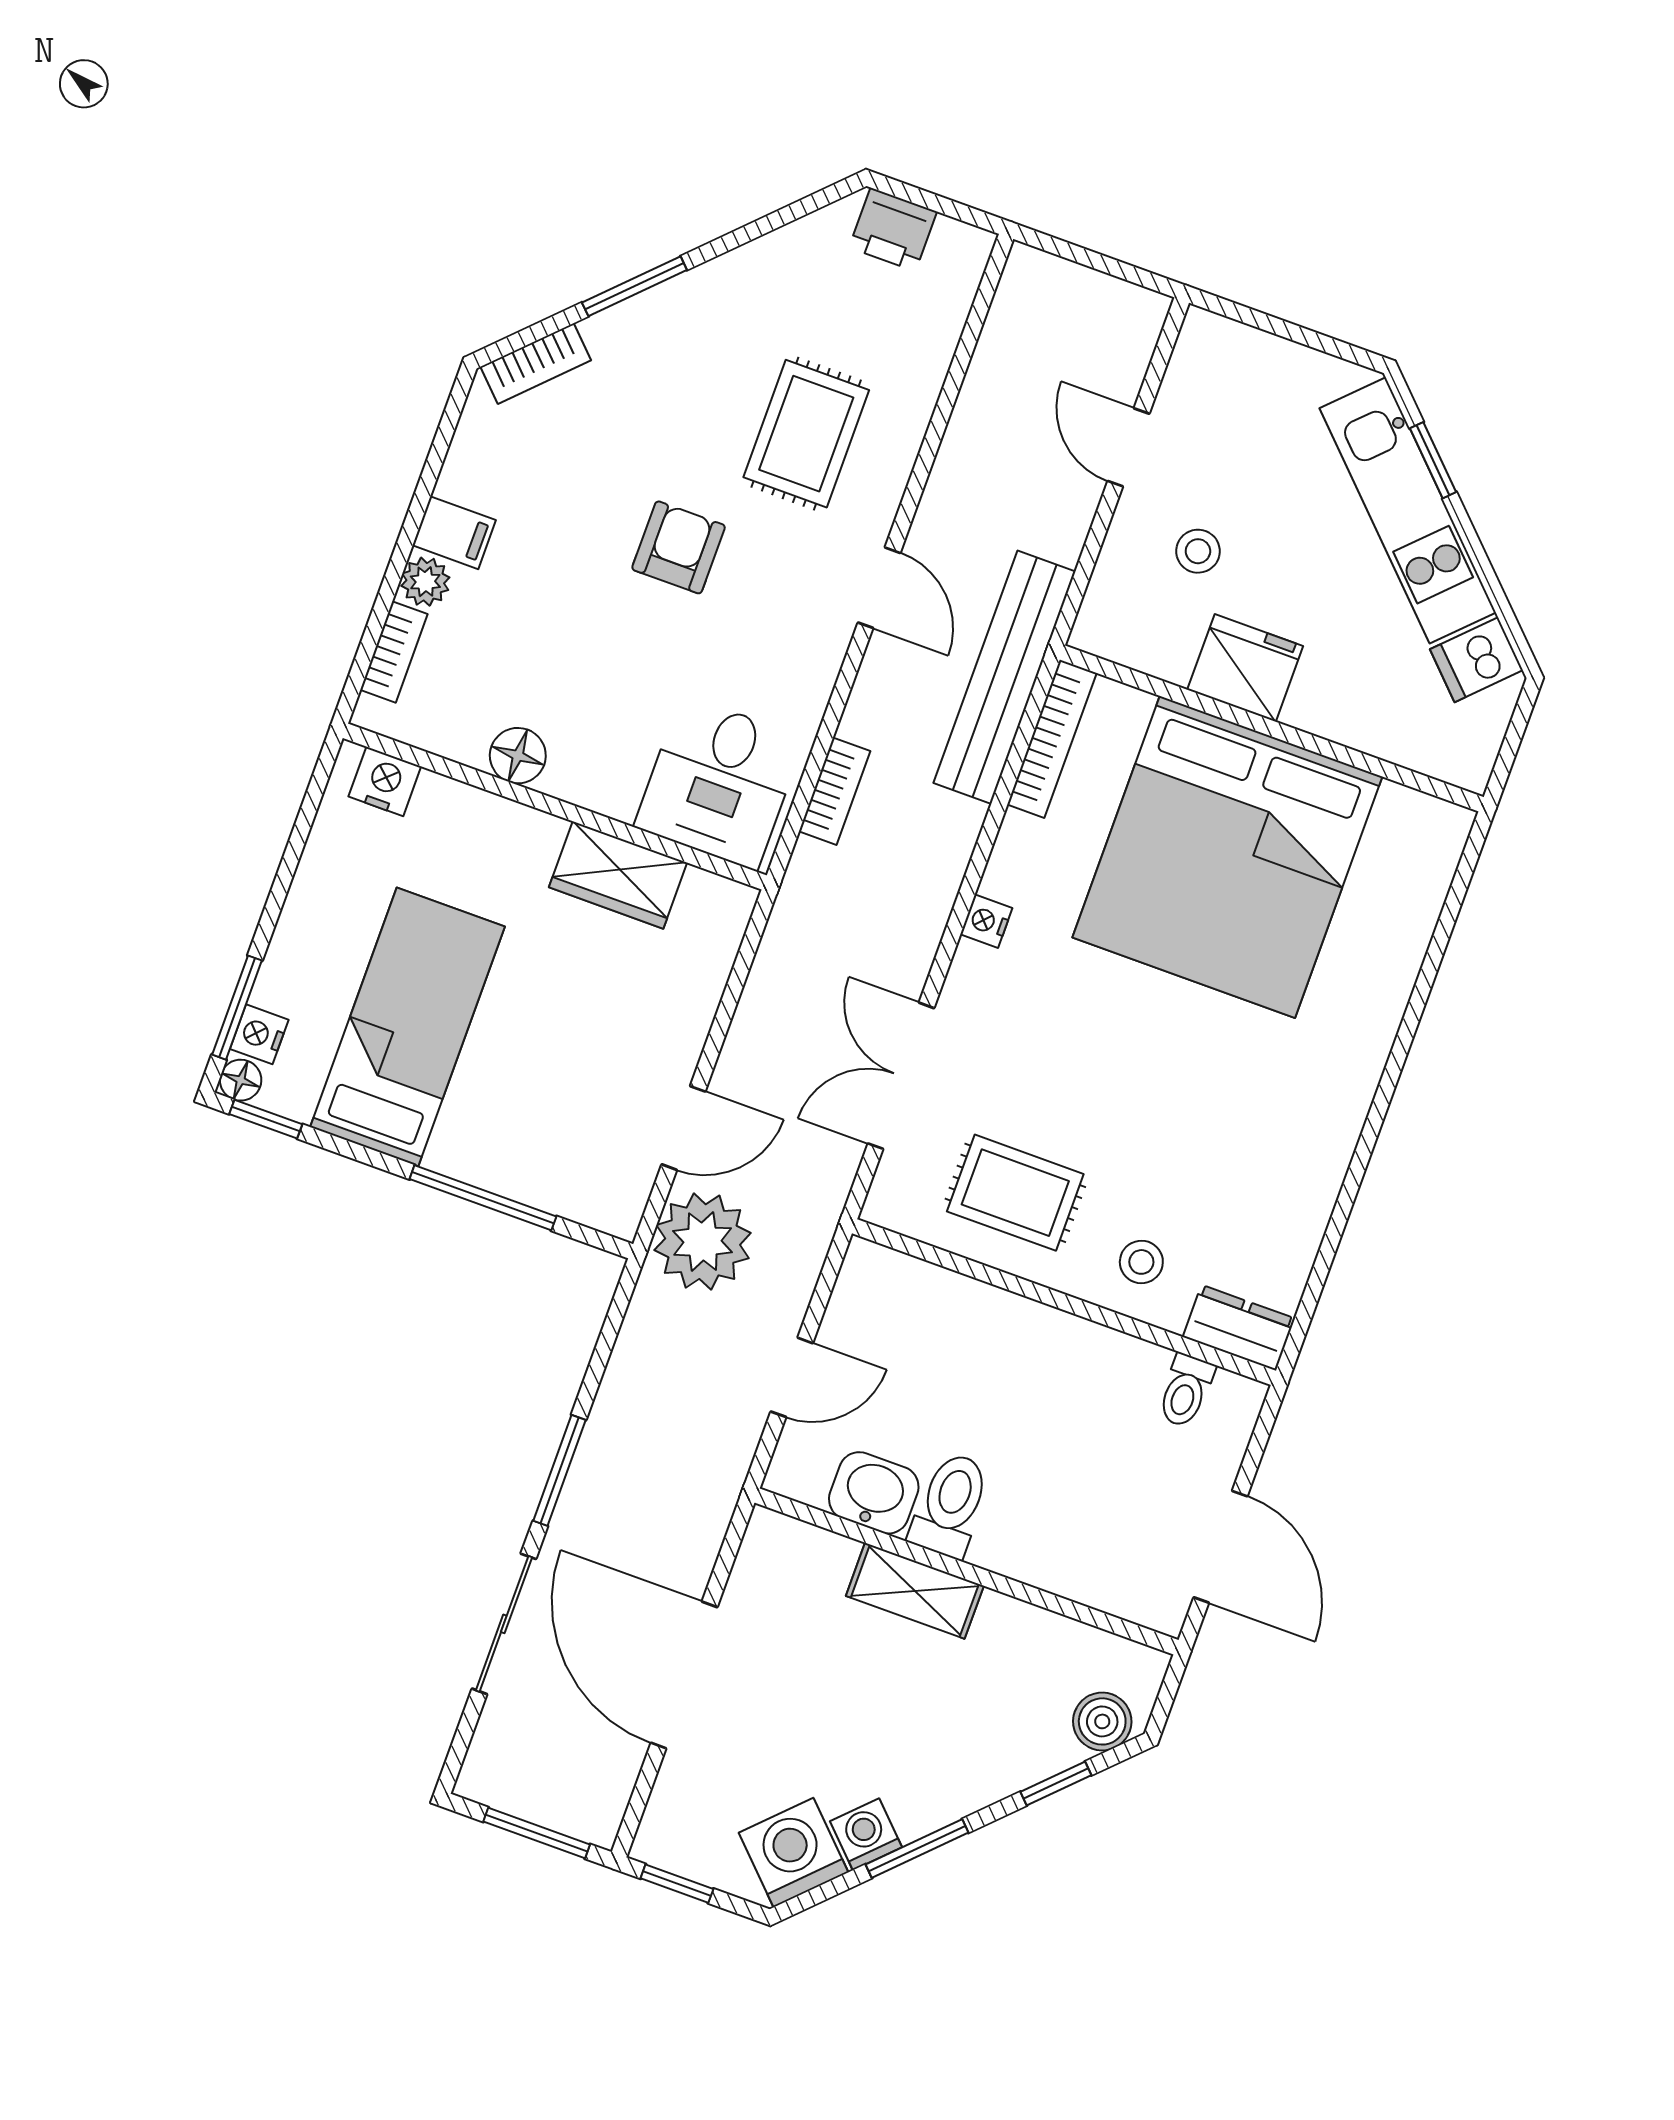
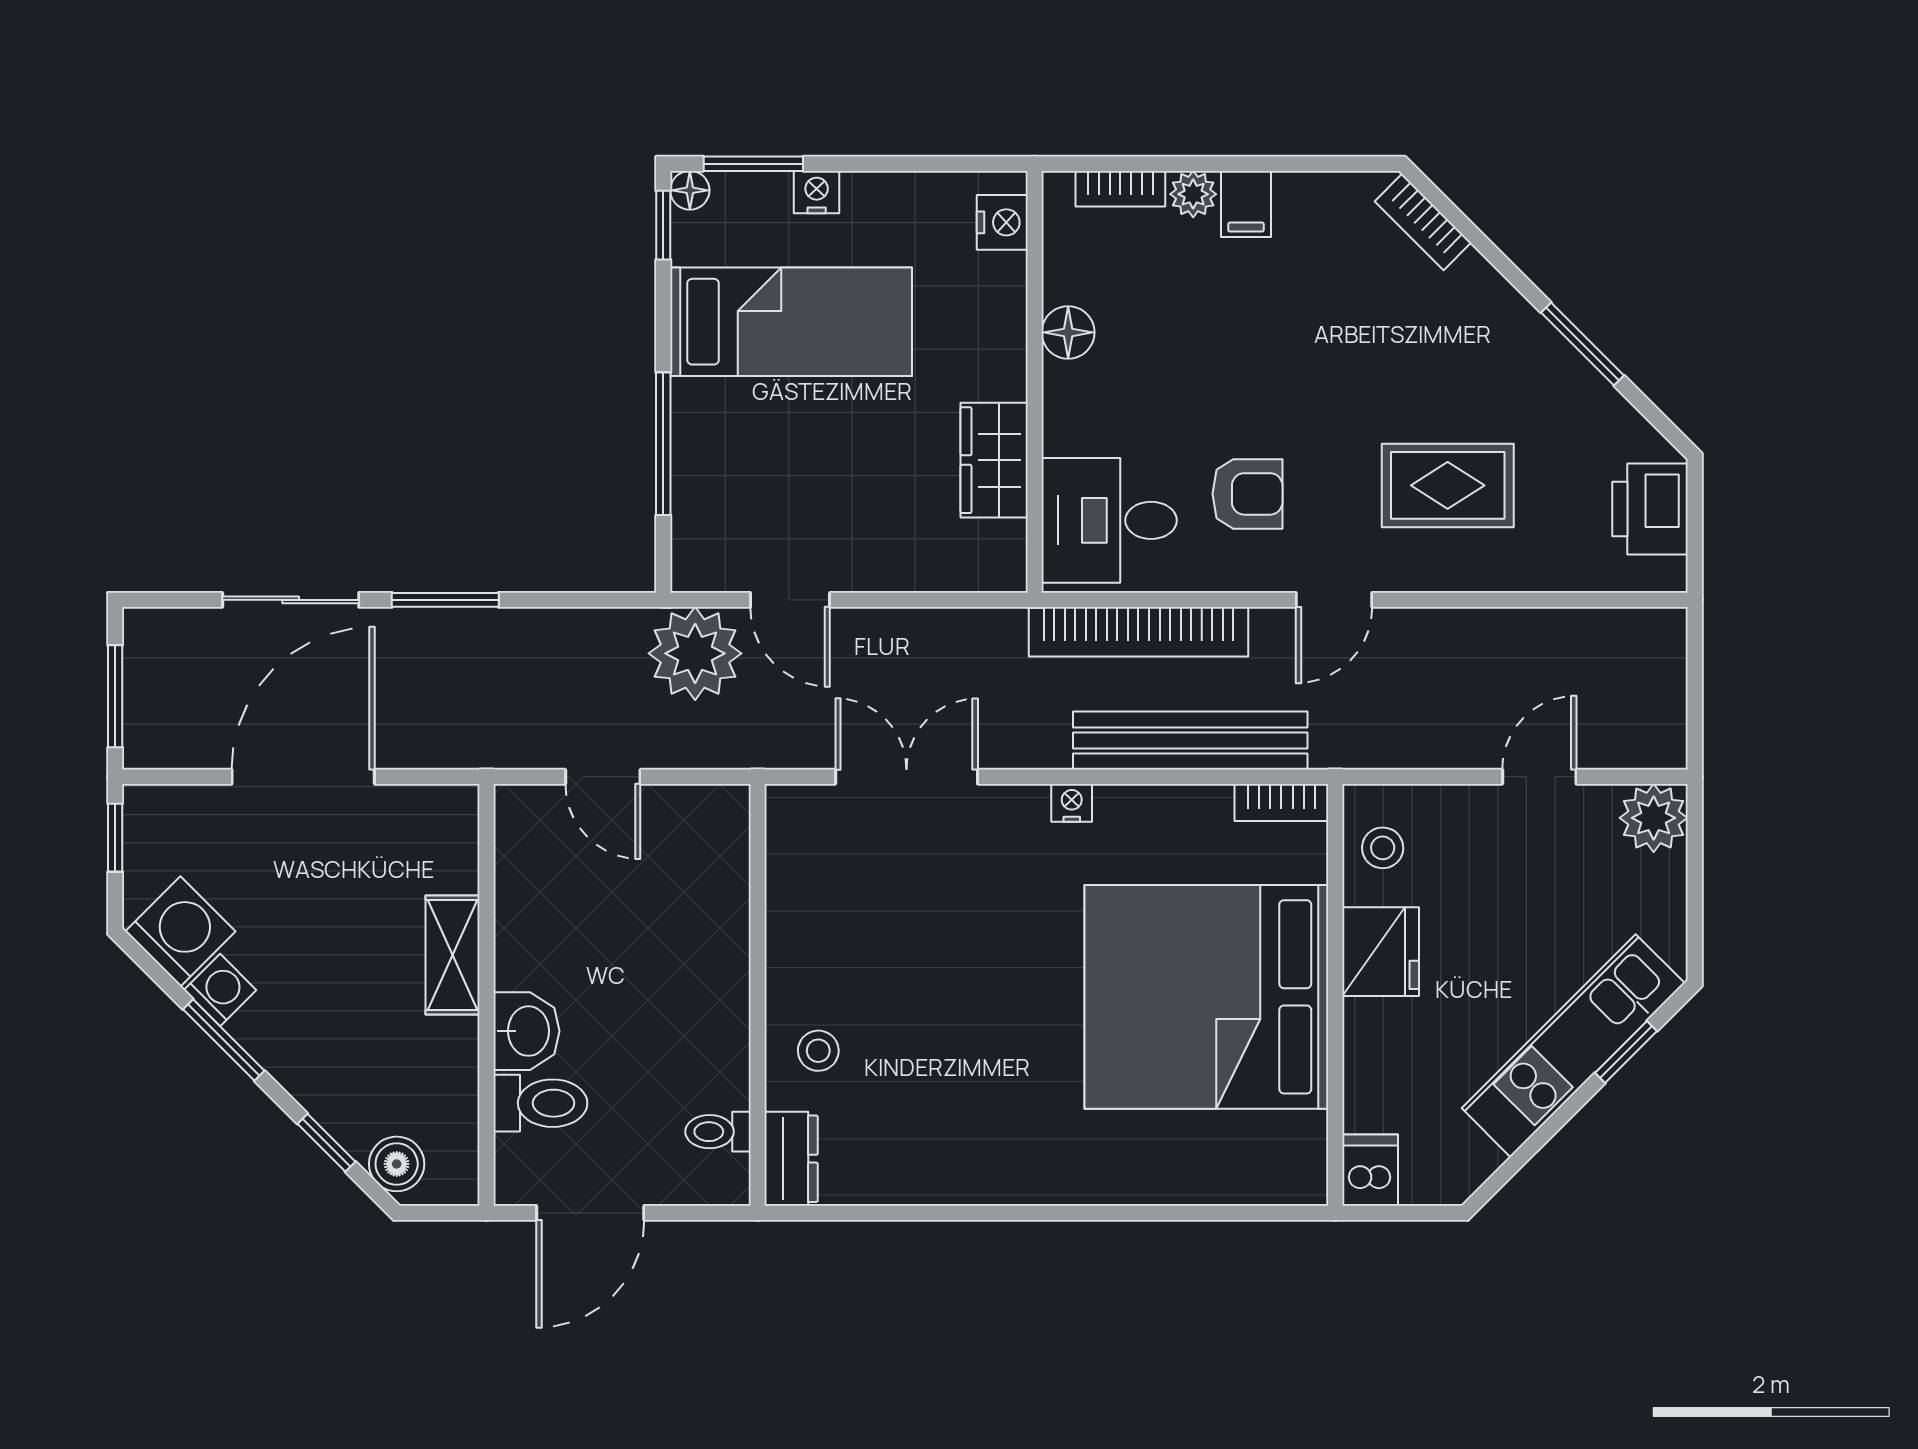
printer: (893, 230) -> (1650, 509), width x1.36, depth x1.24
window: (634, 286) -> (1582, 344), moved
plant: (1210, 349) -> (1654, 818), added
armchair: (679, 547) -> (1247, 494), moved
stool: (1198, 551) -> (1383, 848), moved
dishwasher: (1476, 660) -> (1370, 1170), moved, turned 45
bench: (1005, 677) -> (1190, 740), moved
bookcase: (1052, 739) -> (1281, 802), width x0.64
bookcase: (835, 791) -> (1138, 632), width x2.31, depth x1.31
nightstand: (259, 1034) -> (817, 192), moved
rug: (1015, 1193) -> (839, 916), removed
washbasin: (874, 1493) -> (526, 1031), moved
toilet: (950, 1505) -> (540, 1103), moved

